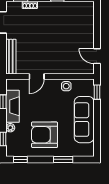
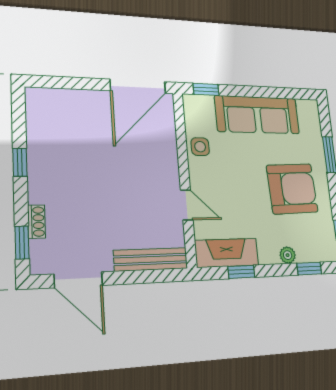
door: (97, 56) -> (138, 86), width x1.87
fireplace: (13, 106) -> (227, 253), moved
armchair: (44, 135) -> (292, 189), turned -92

